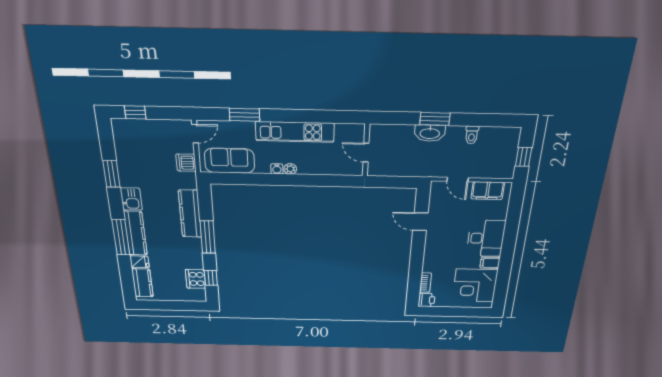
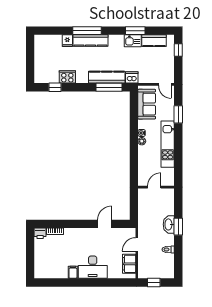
dishwasher: (186, 163) -> (132, 77), moved
kitchen sink: (131, 199) -> (133, 41), moved
window: (208, 237) -> (109, 87), moved
cooker: (196, 279) -> (67, 77), moved
kitchen counter: (142, 283) -> (154, 41), moved
corner desk: (475, 285) -> (54, 265), removed

